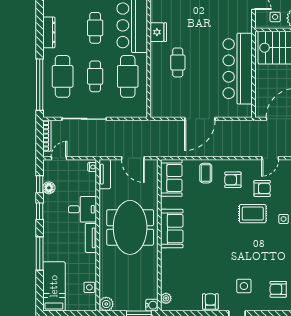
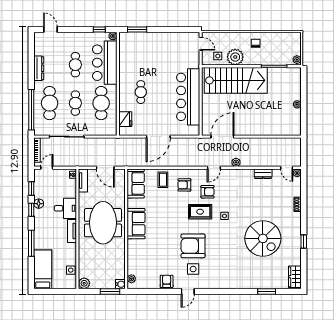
fridge: (158, 32) -> (125, 119), moved
floor lamp: (49, 188) -> (39, 204), moved
armchair: (278, 289) -> (193, 246), moved, width x1.88, depth x1.88

